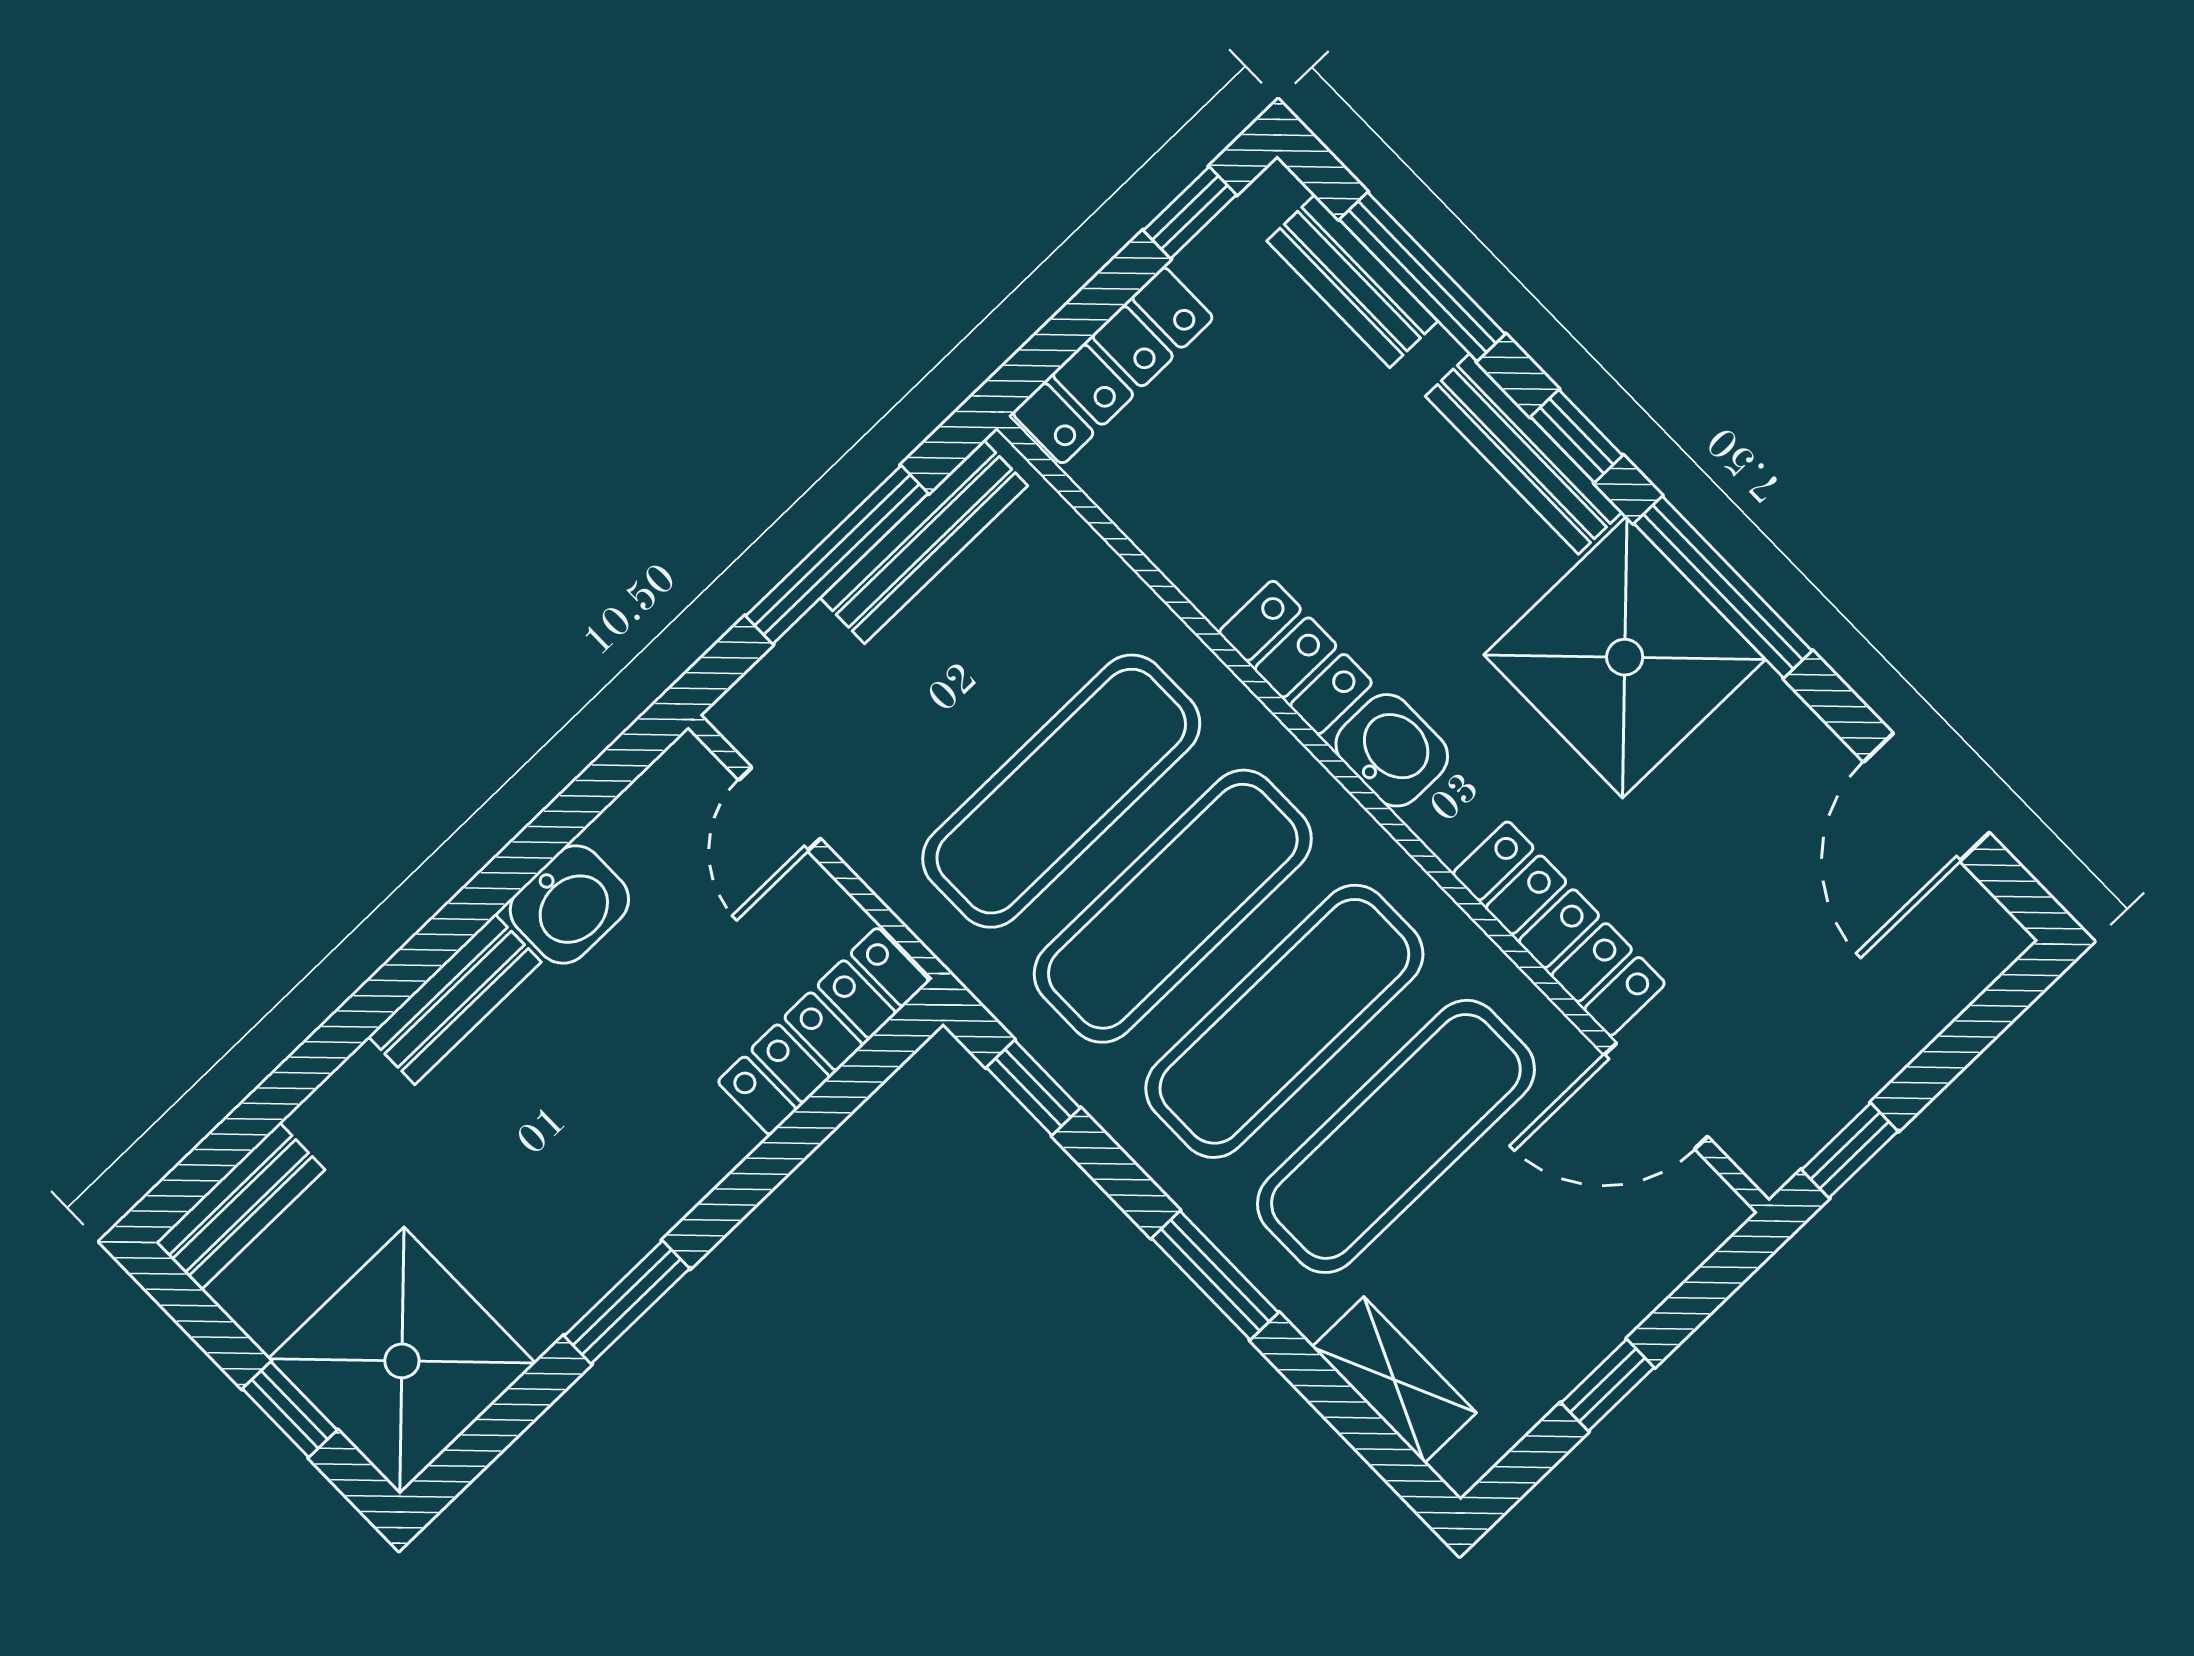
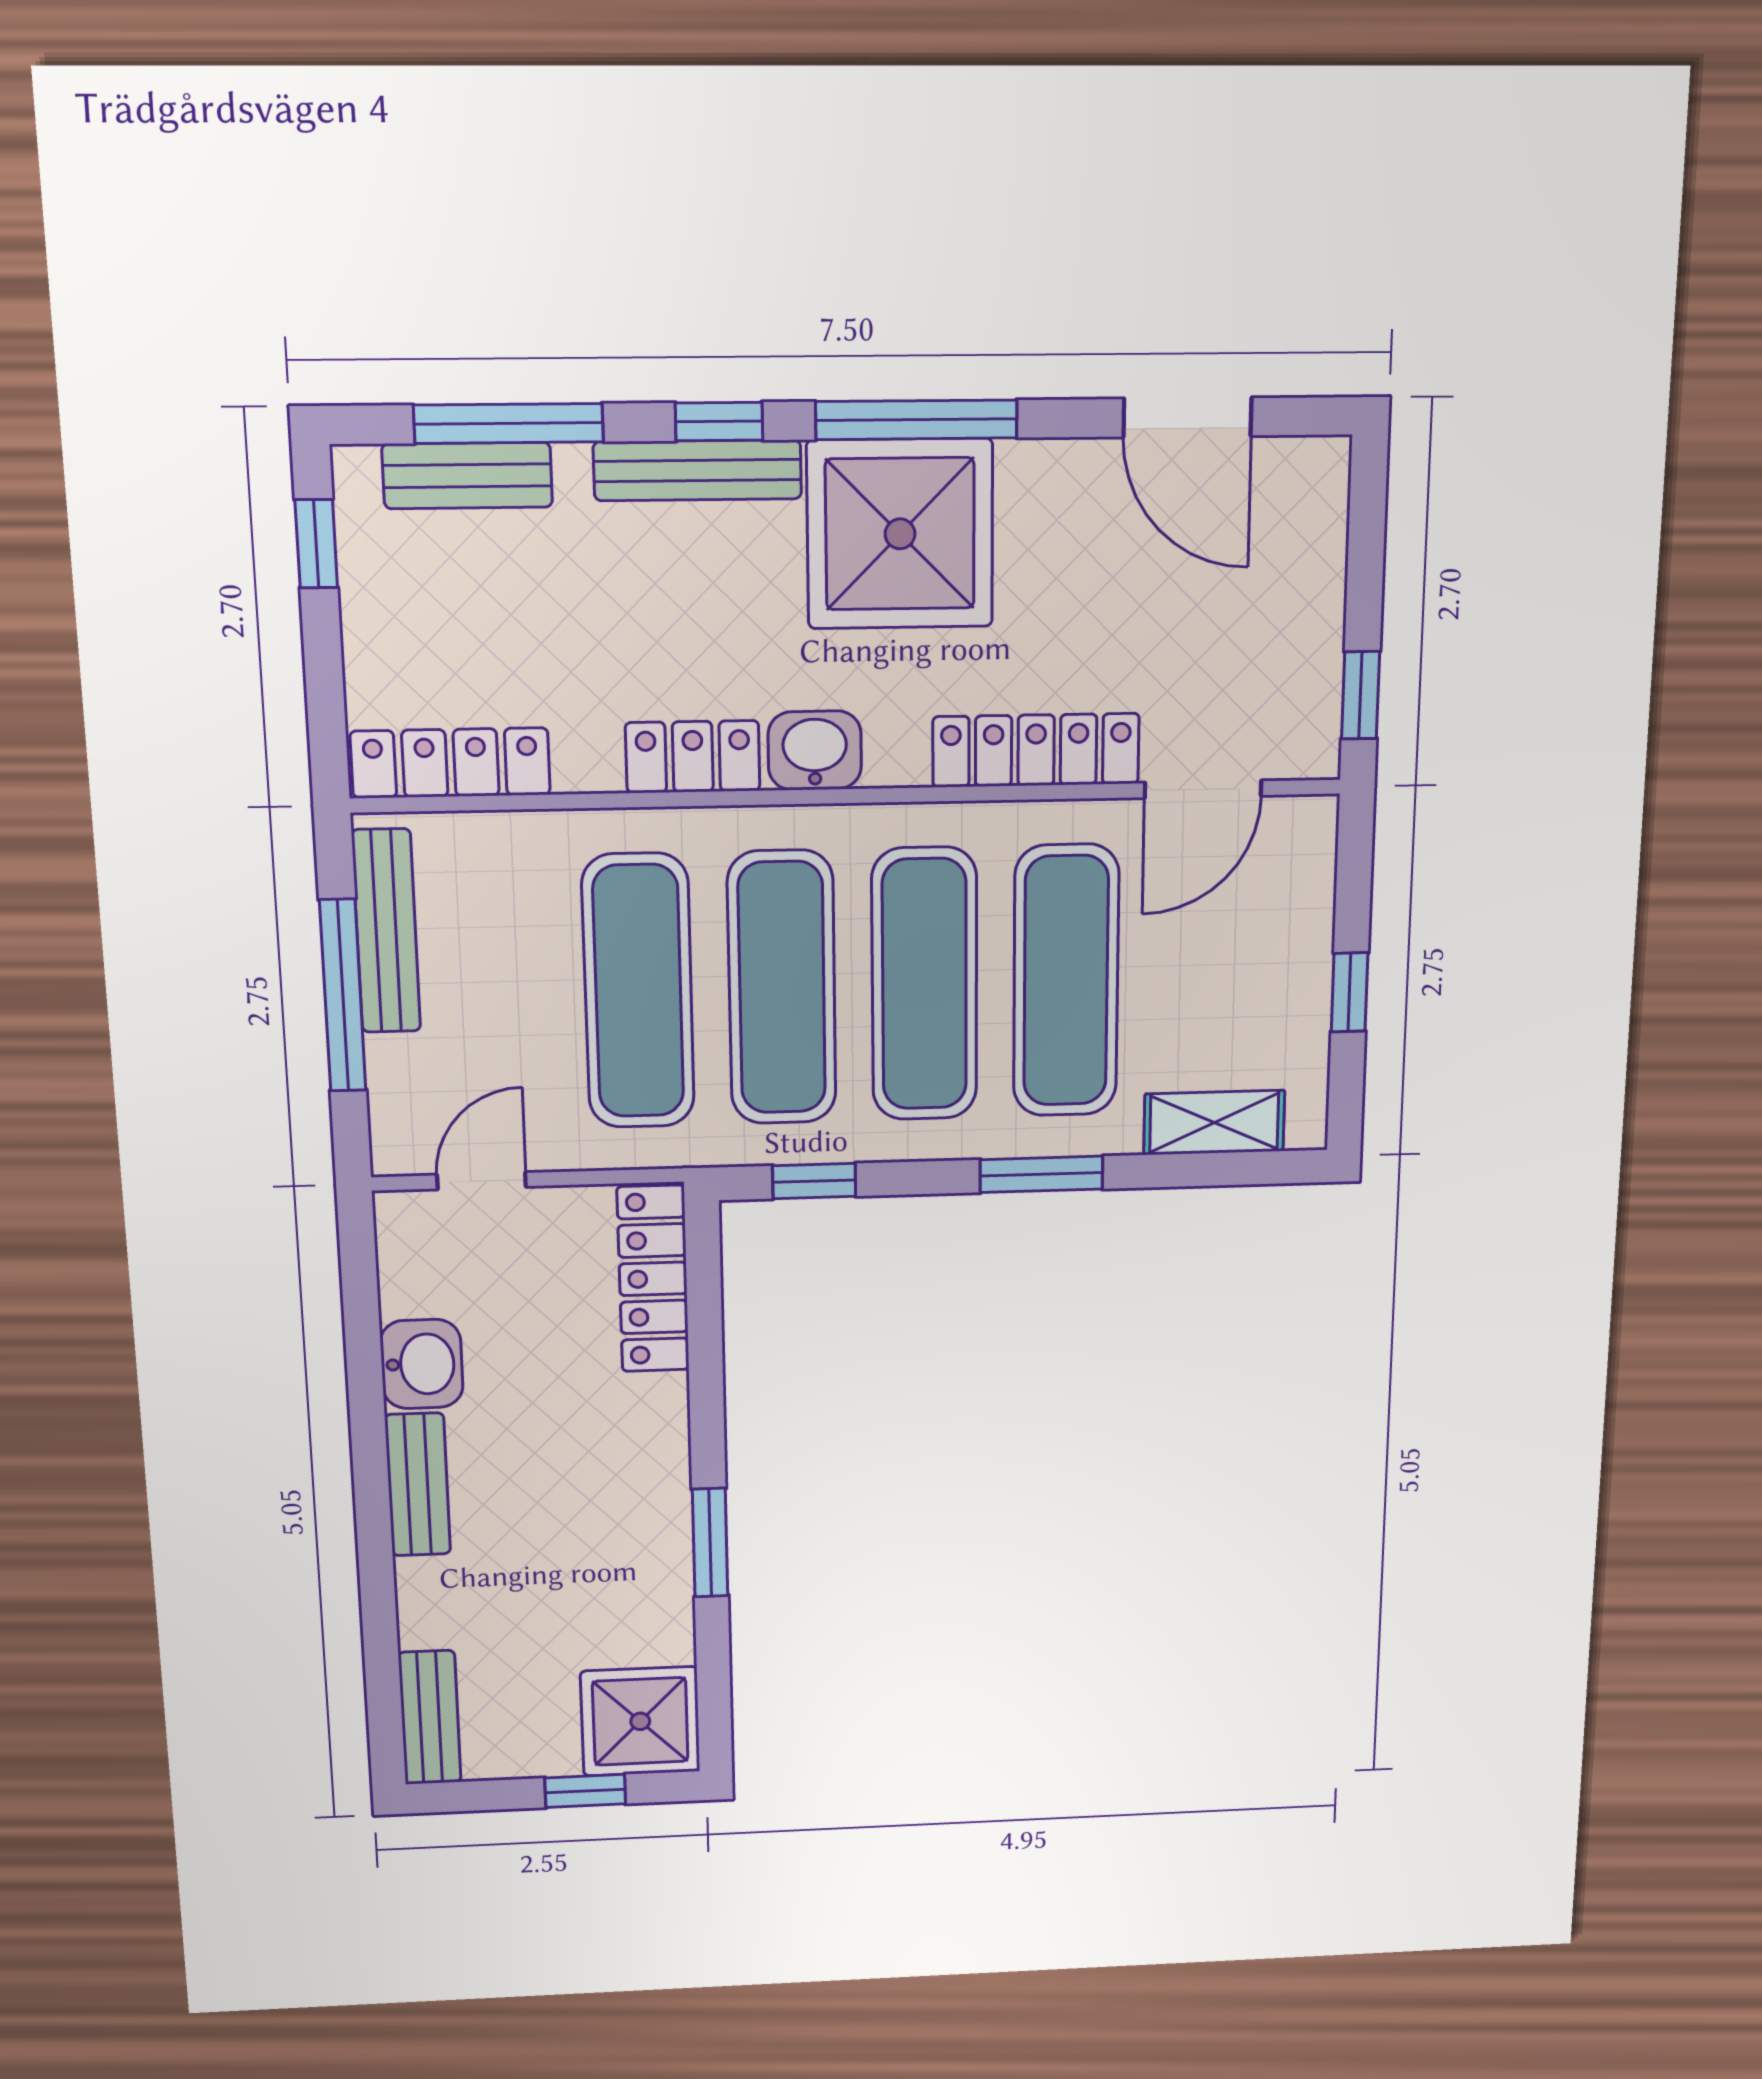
locker: (1113, 365) -> (450, 763), moved, turned -90
door: (780, 809) -> (482, 1181), swing flipped
shower: (402, 1361) -> (640, 1721), width x0.73, depth x0.73

